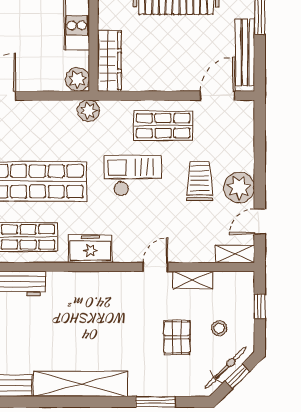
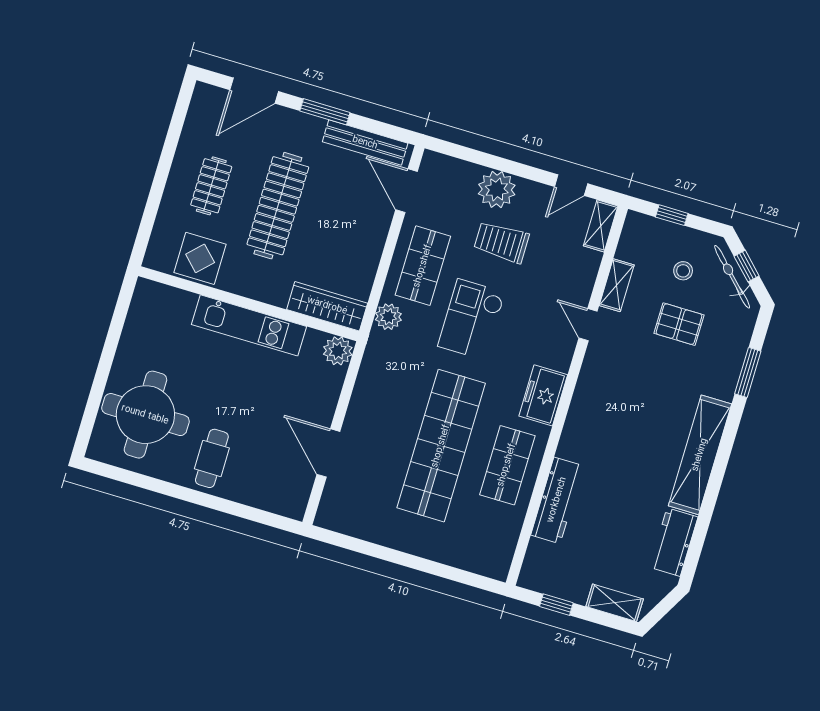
plant: (89, 111) -> (388, 317), moved
plant: (239, 188) -> (497, 189), moved
door: (260, 222) -> (571, 185), hinge flipped

